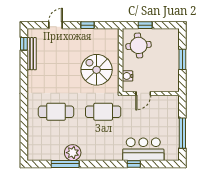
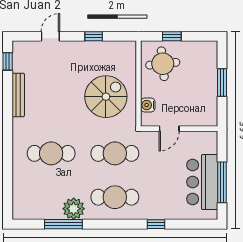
bench: (32, 54) -> (18, 95), moved
spiral stairs: (97, 70) -> (106, 97), turned 90
cafe table: (103, 144) -> (115, 197), added
bar counter: (143, 149) -> (202, 182), moved, turned -90

